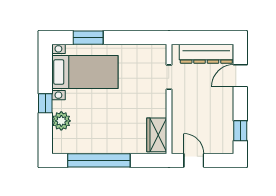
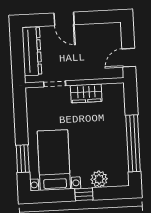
door: (240, 76) -> (64, 19), moved
window: (240, 131) -> (100, 17), removed
wardrobe: (157, 135) -> (86, 93), moved

